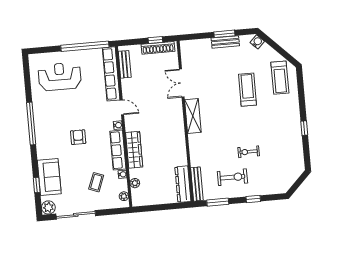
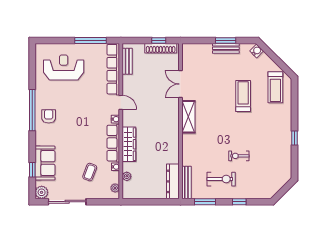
window: (85, 46) -> (91, 40), width x0.68
armchair: (78, 137) -> (49, 116), moved

